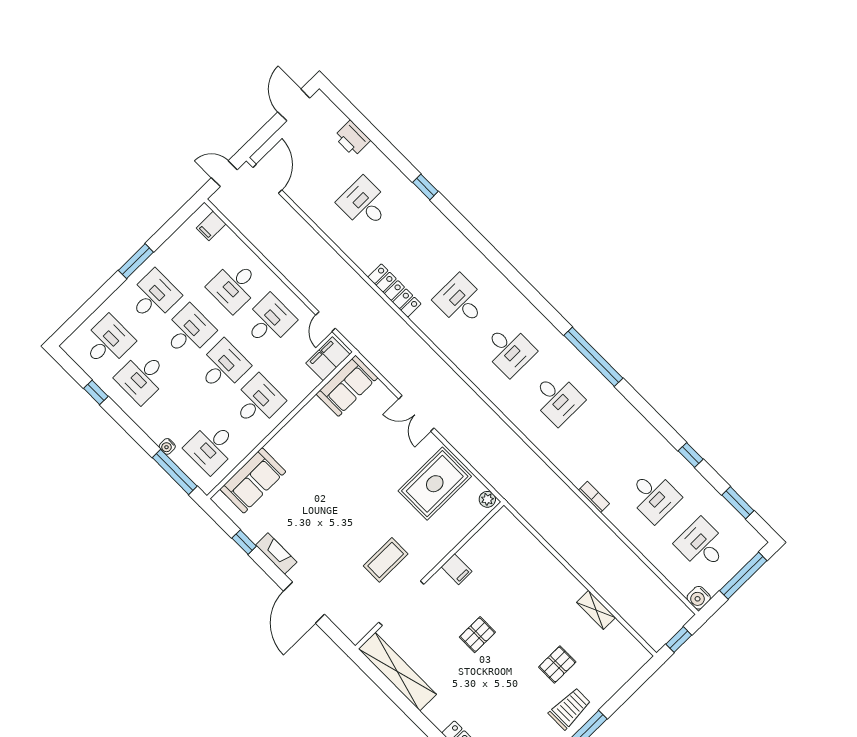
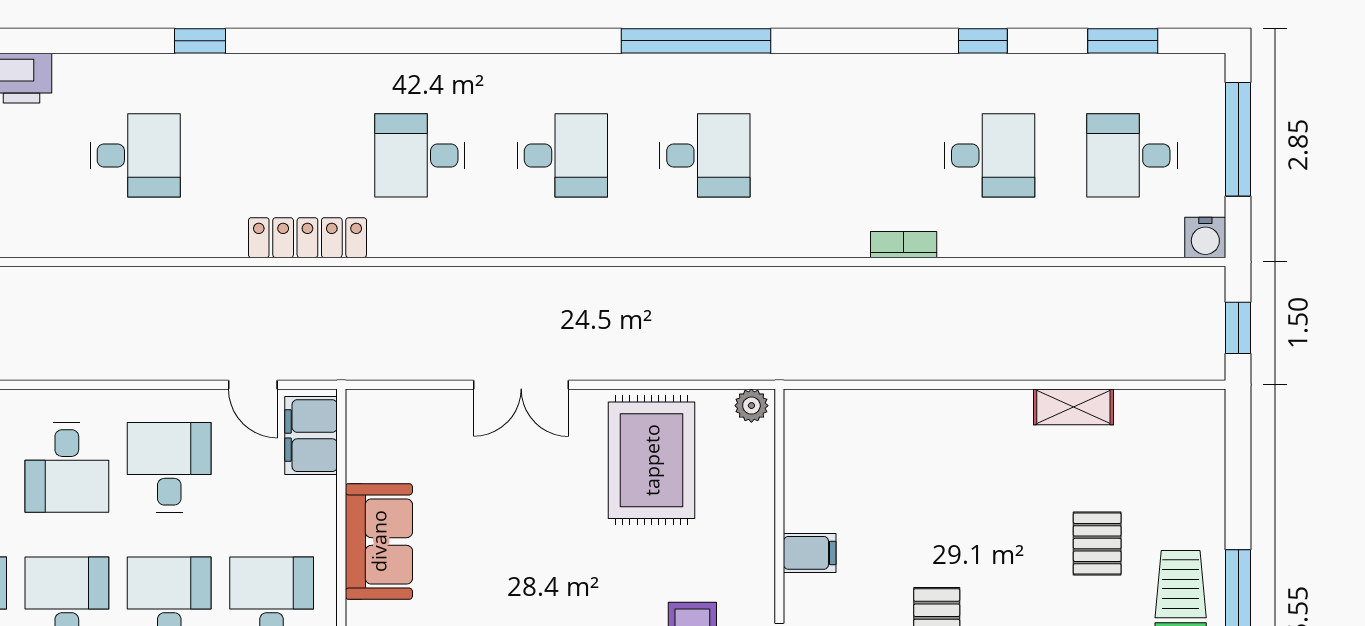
desk: (364, 204) -> (135, 155), turned 180
sofa: (347, 386) -> (379, 541), moved

